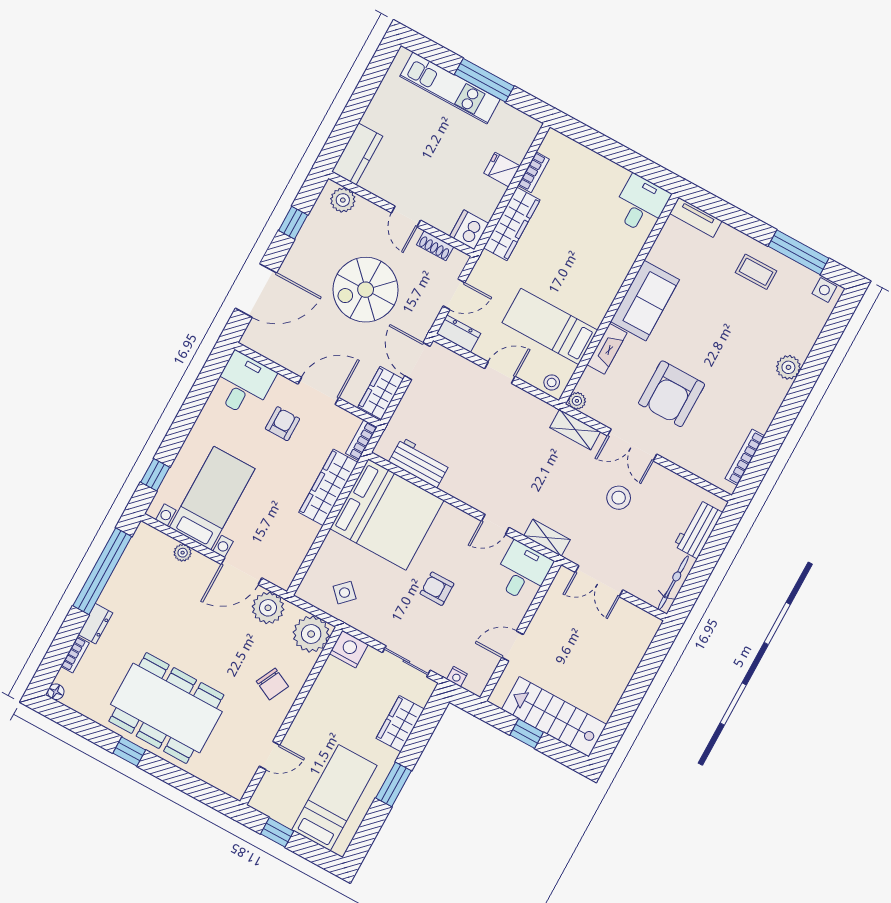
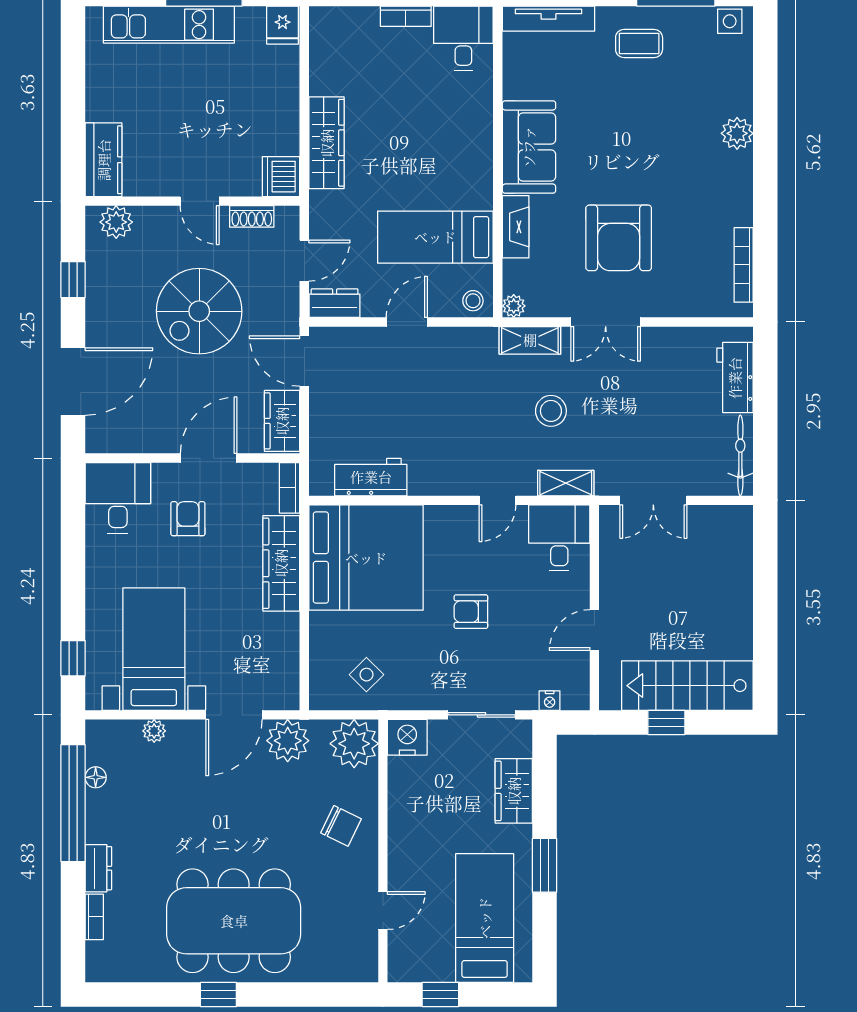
fridge: (502, 170) -> (283, 25), moved, turned -90
bookcase: (534, 172) -> (406, 16), moved, turned 90
tv unit: (696, 217) -> (549, 19), width x1.41
stool: (619, 498) -> (551, 411), moved
floor lamp: (56, 692) -> (96, 777), moved

